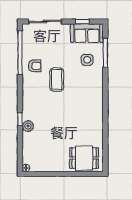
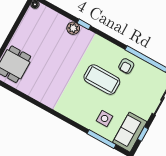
coffee table: (57, 80) -> (102, 80), width x1.36, depth x1.32

